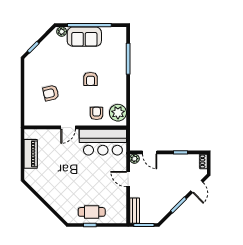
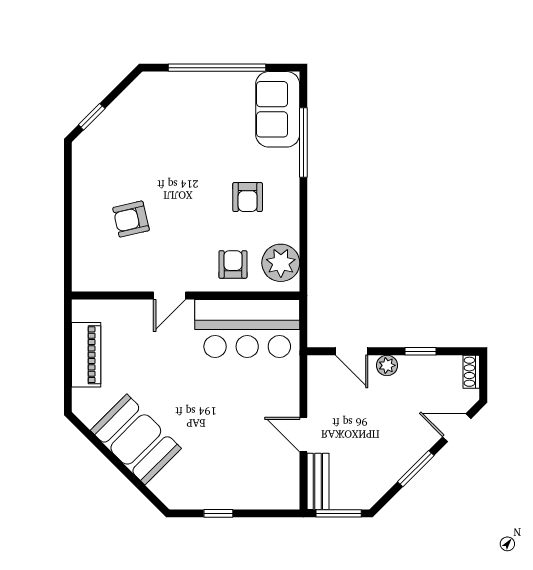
plant: (62, 32) -> (155, 82), removed
sofa: (84, 37) -> (278, 109), moved, turned 90
armchair: (91, 79) -> (248, 197), moved
plant: (134, 159) -> (387, 365), moved
door: (128, 179) -> (303, 435), moved
door: (197, 187) -> (457, 428), swing flipped
booth: (53, 192) -> (136, 439), added
cafe table: (92, 212) -> (222, 484), removed

